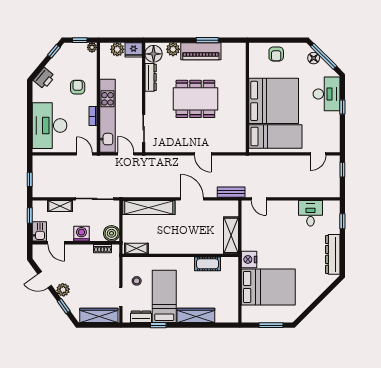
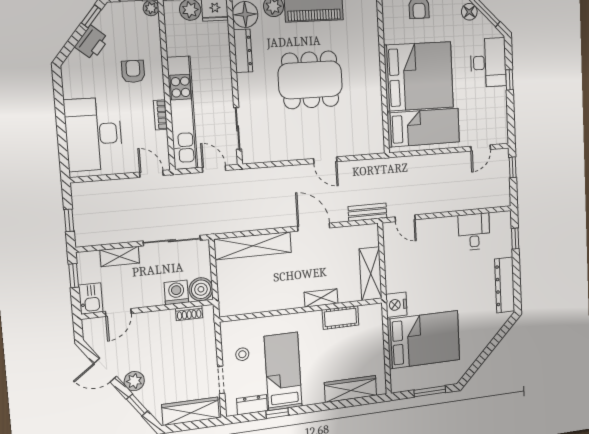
printer: (44, 78) -> (92, 43), moved
washing machine: (81, 234) -> (176, 292), moved
door: (56, 243) -> (118, 313), hinge flipped
shelving: (136, 248) -> (321, 298), moved
wardrobe: (196, 315) -> (351, 389), moved

